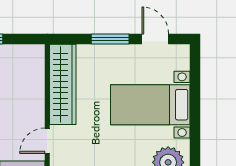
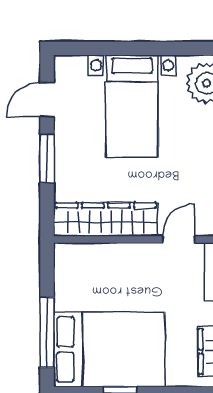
door: (47, 141) -> (179, 239), swing flipped

